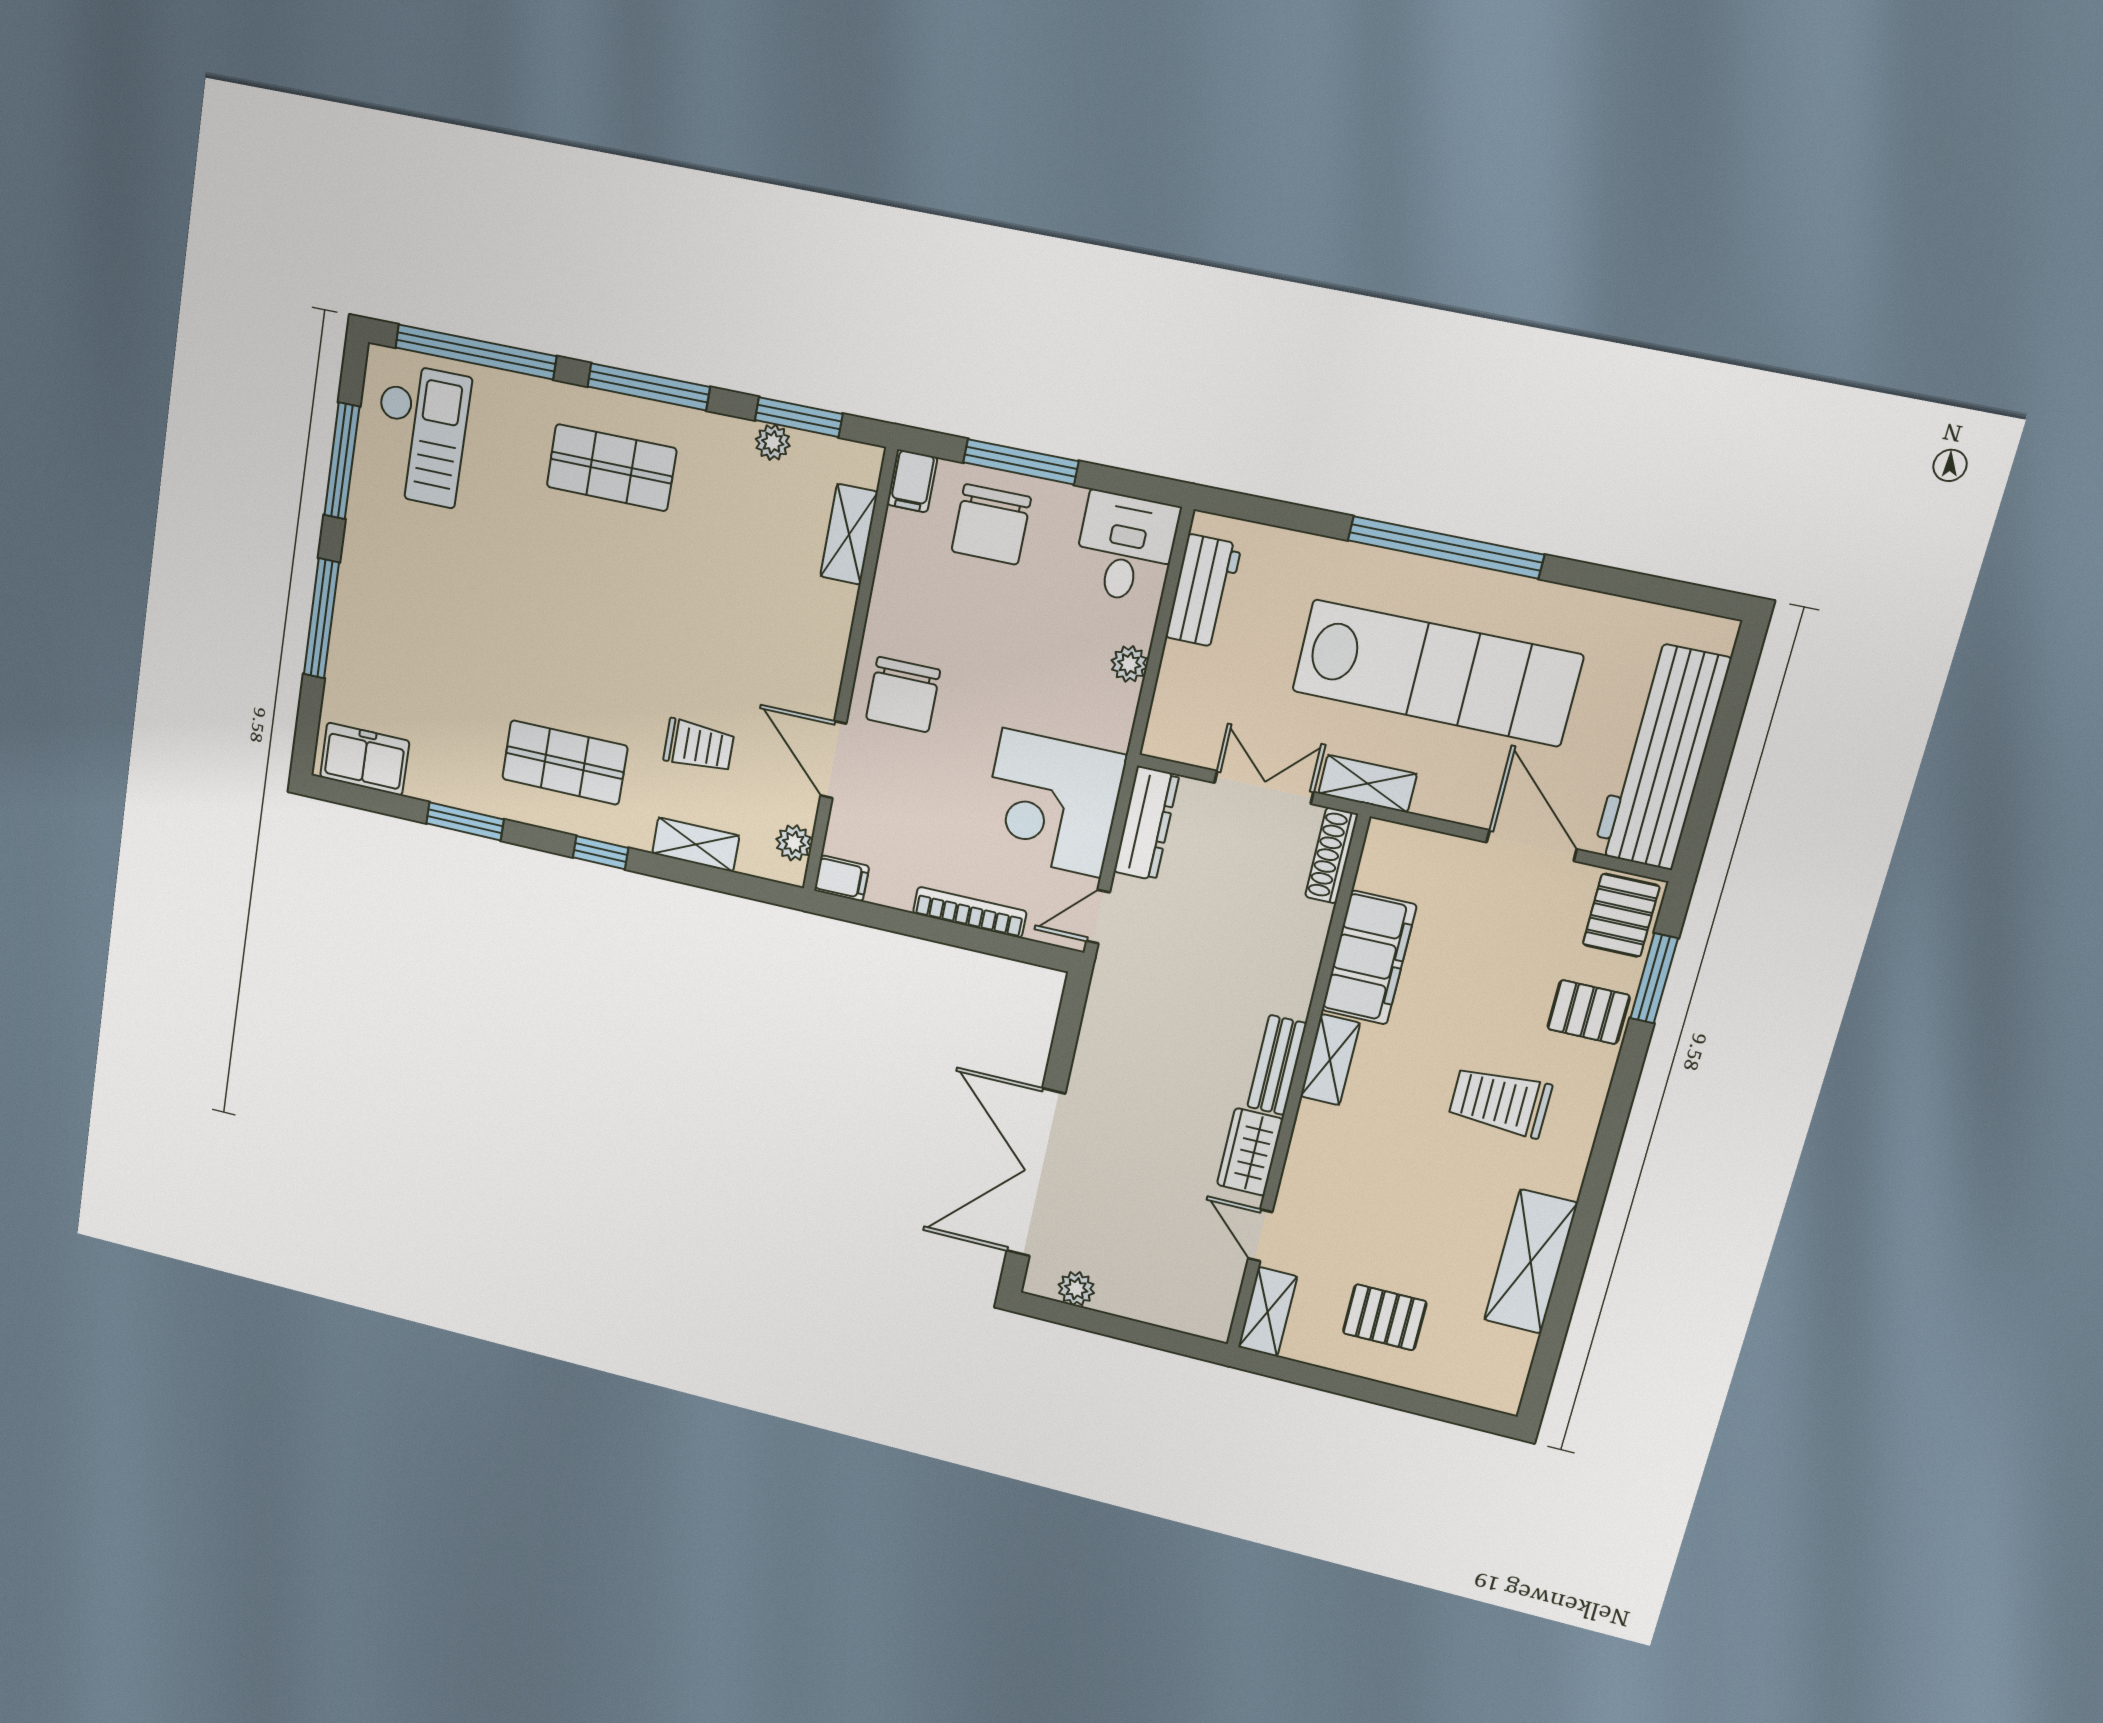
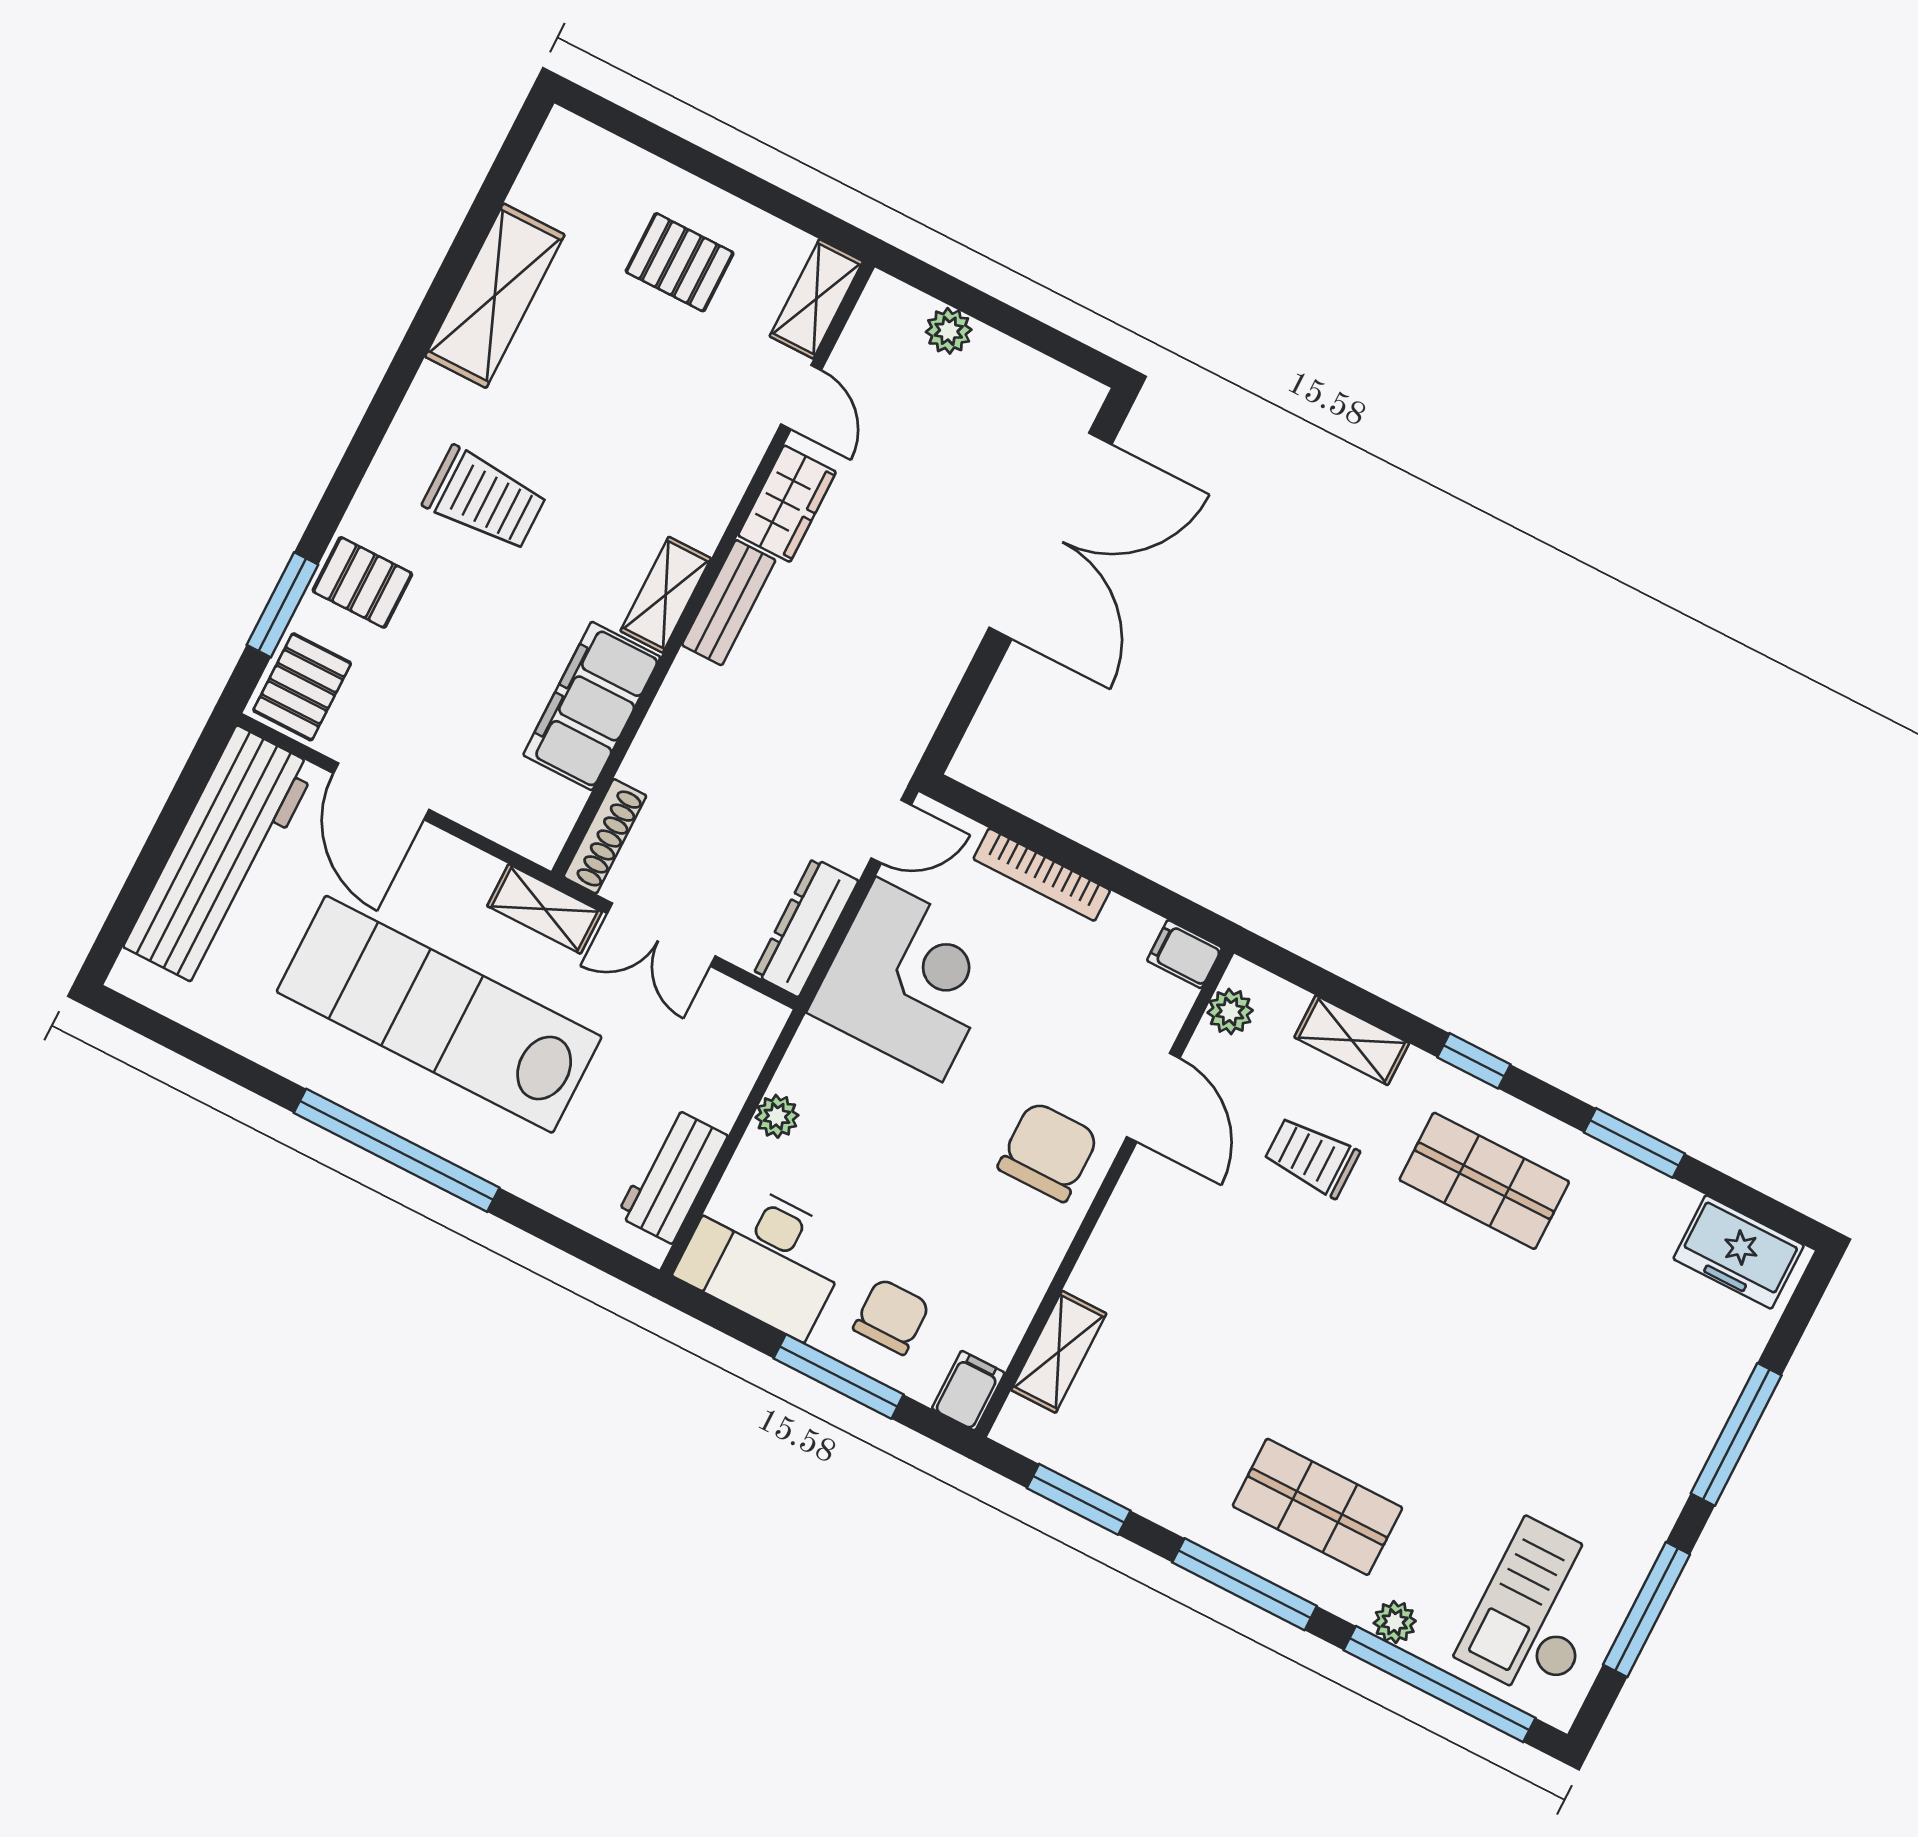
plant: (773, 442) -> (1395, 1622), moved
chair: (991, 525) -> (891, 1317), width x0.73, depth x0.73
desk: (1126, 548) -> (764, 1257), width x1.37
plant: (1076, 1289) -> (949, 331), moved

